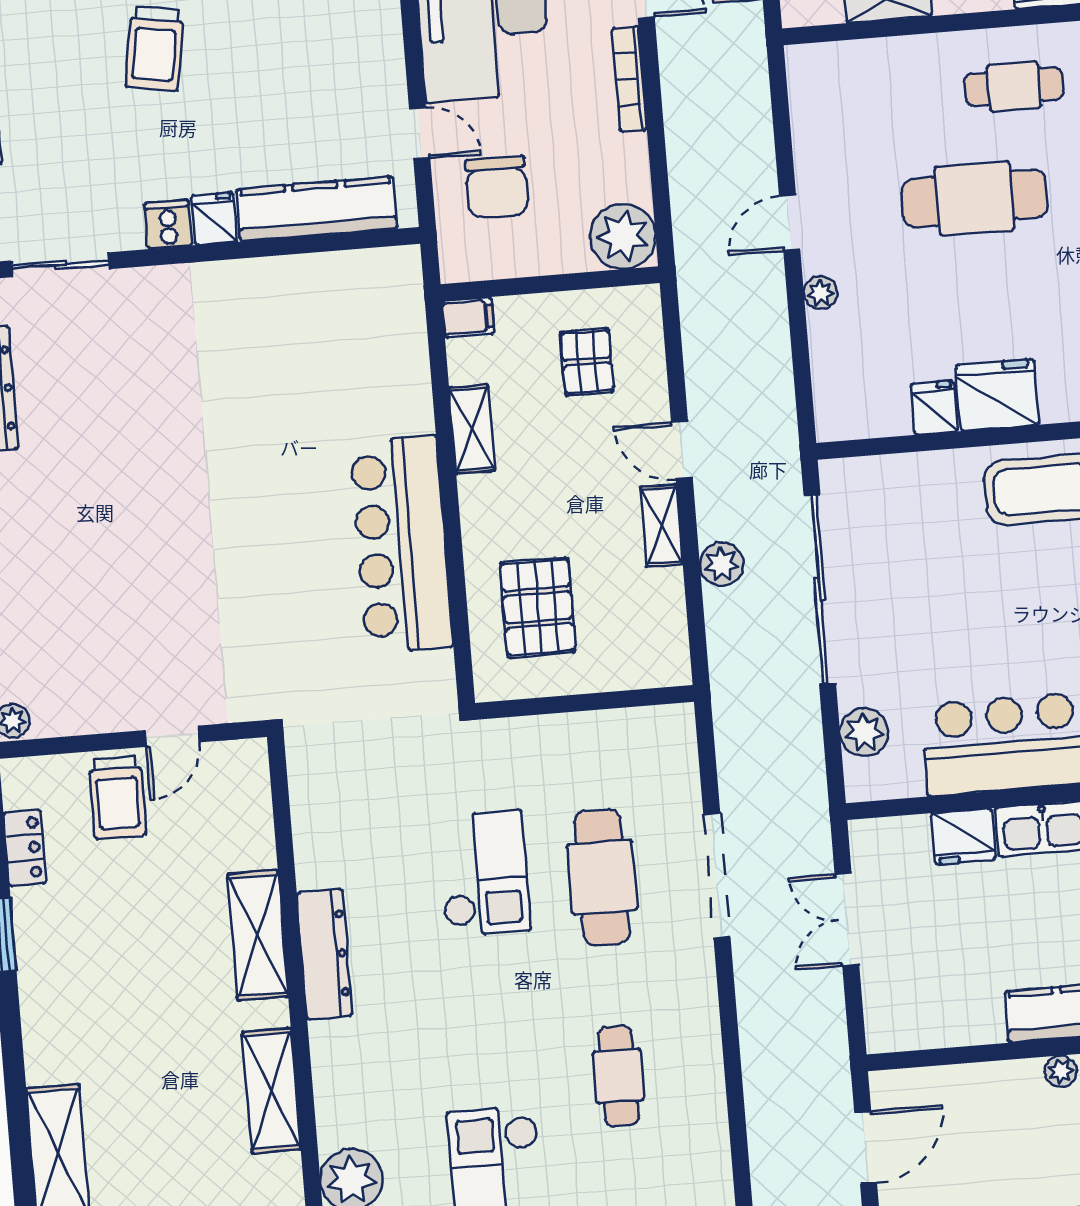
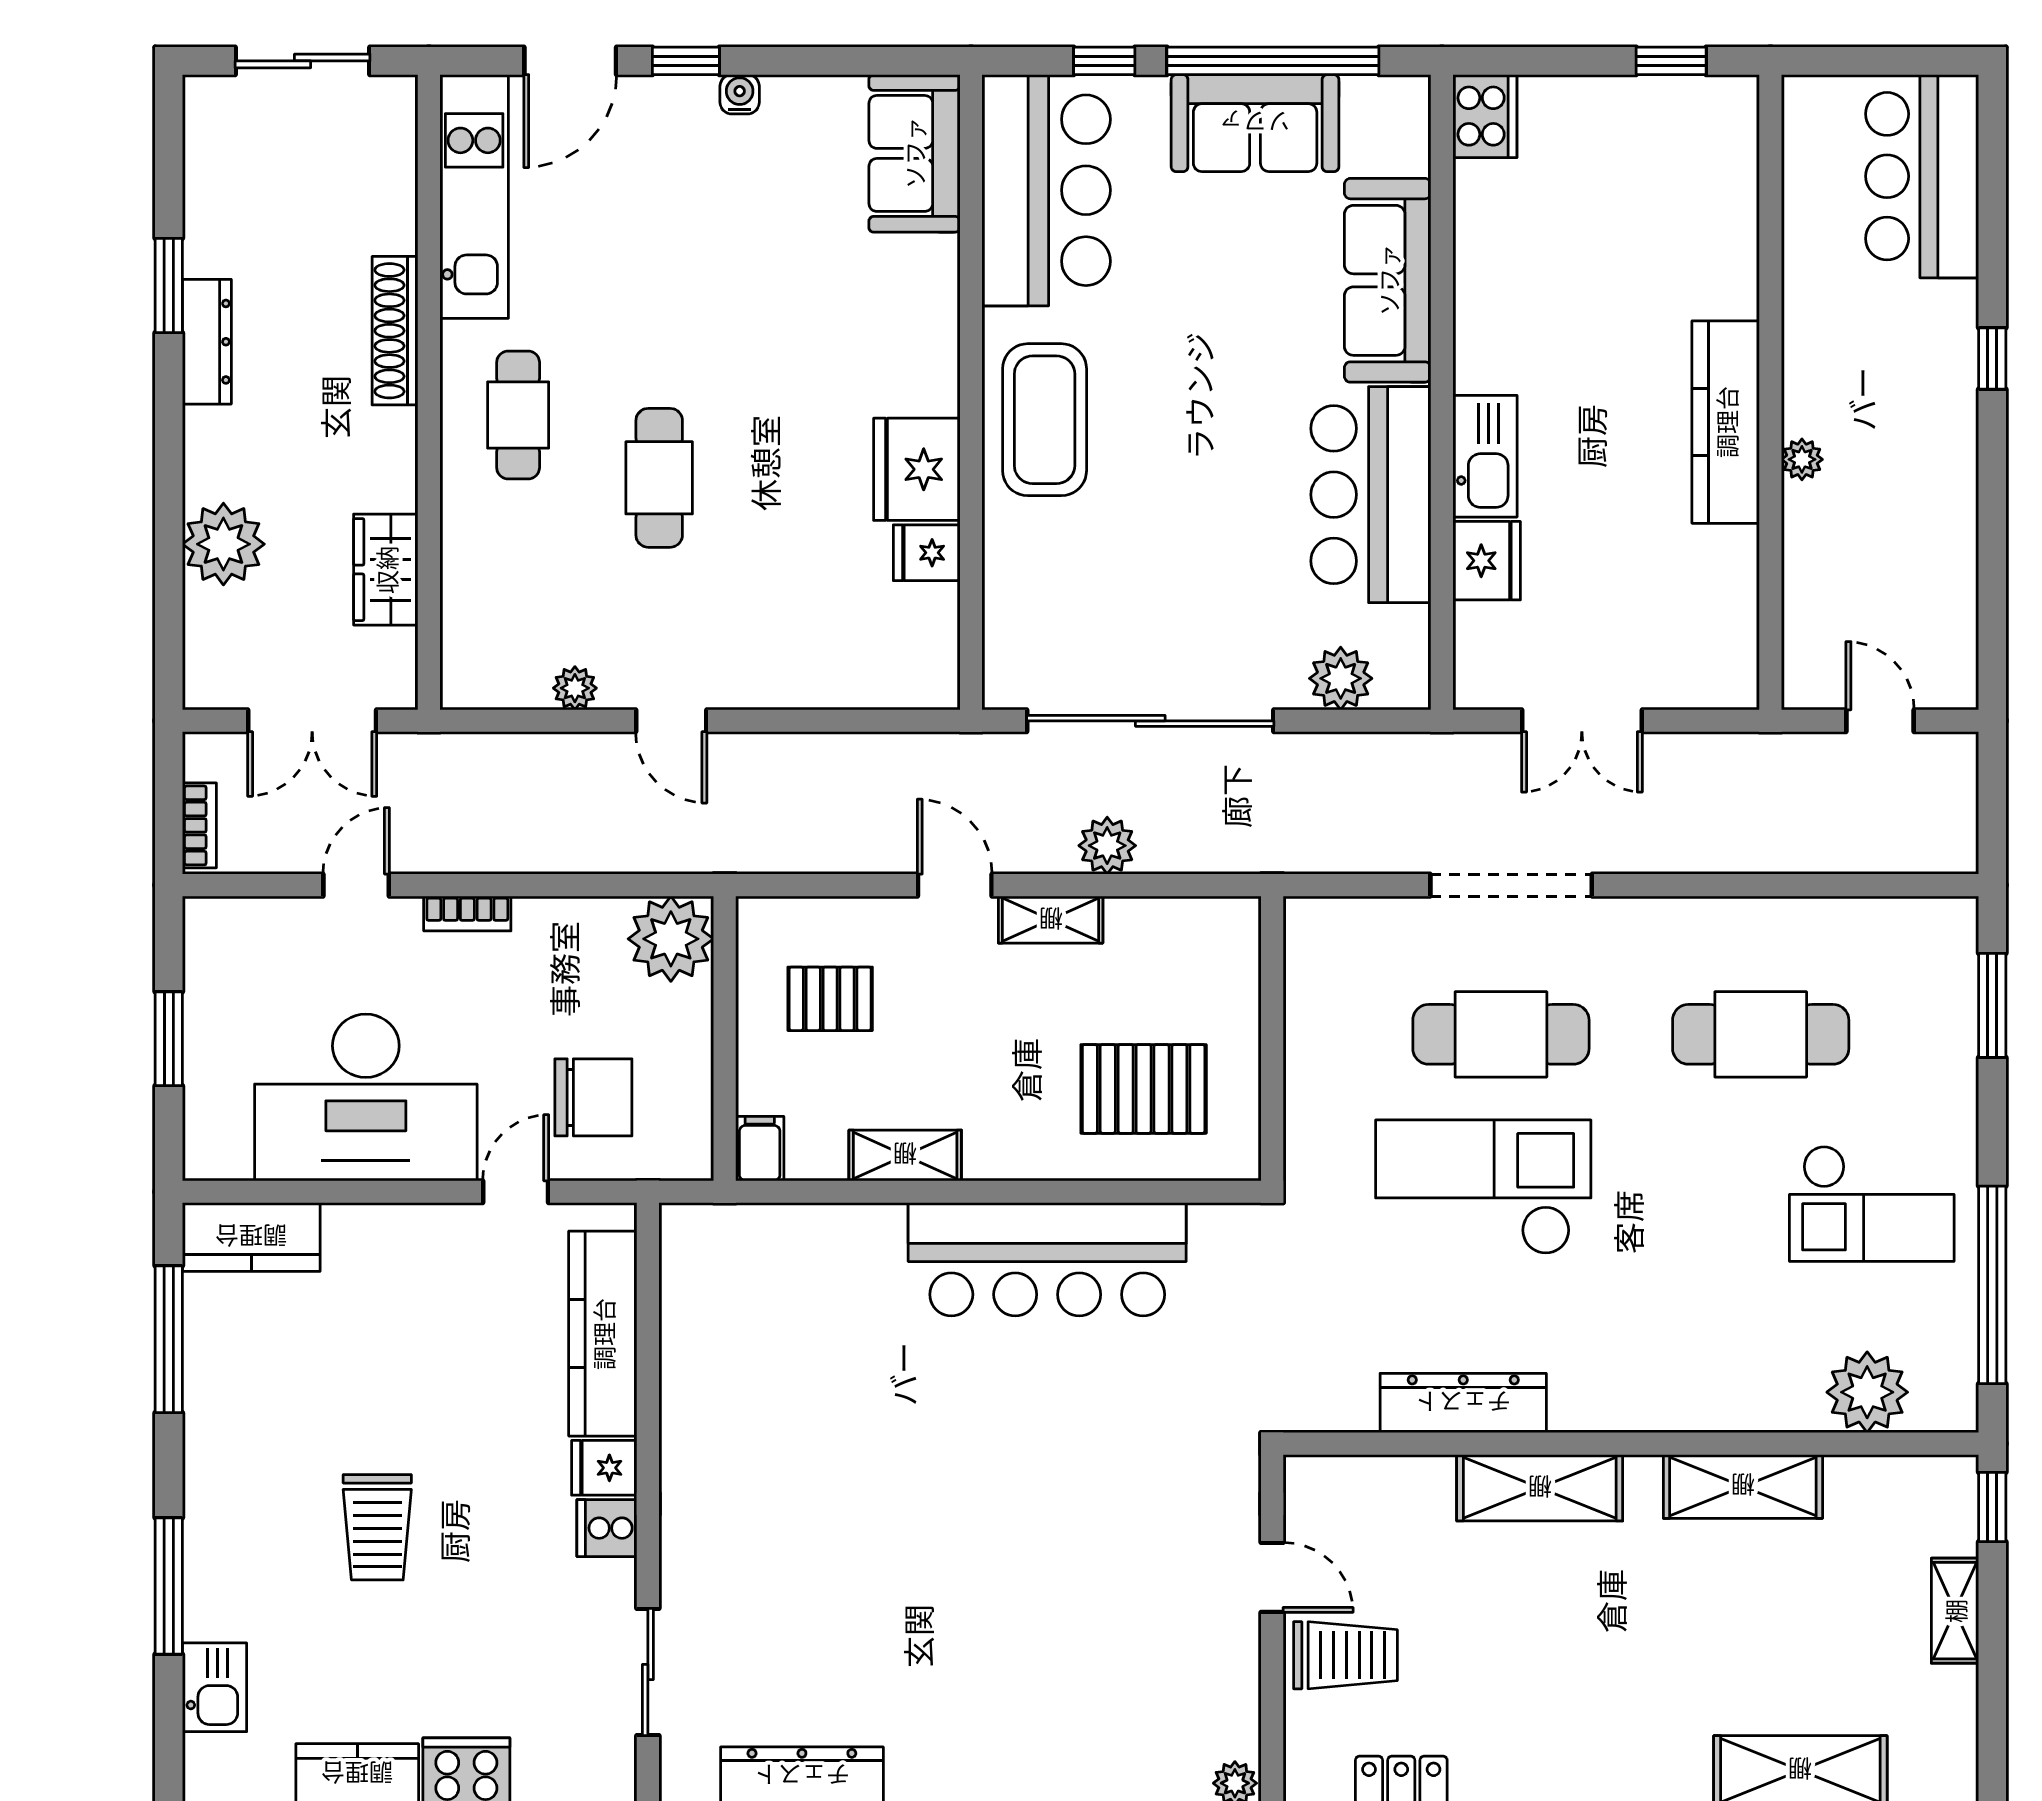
trolley: (154, 49) -> (377, 1527), turned 81
bookcase: (629, 79) -> (467, 913), width x0.64
cafe table: (975, 198) -> (659, 478), width x0.73, depth x0.74
plant: (821, 293) -> (575, 688), moved
door: (682, 450) -> (955, 885), swing flipped
checkout: (484, 873) -> (1483, 1187), width x1.36, depth x1.21
dresser: (324, 954) -> (1463, 1403), moved
cafe table: (618, 1076) -> (1761, 1034), width x1.37, depth x1.35
door: (866, 1147) -> (1880, 721), width x0.73

